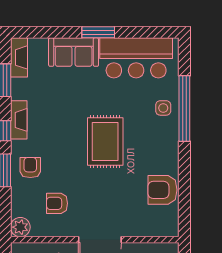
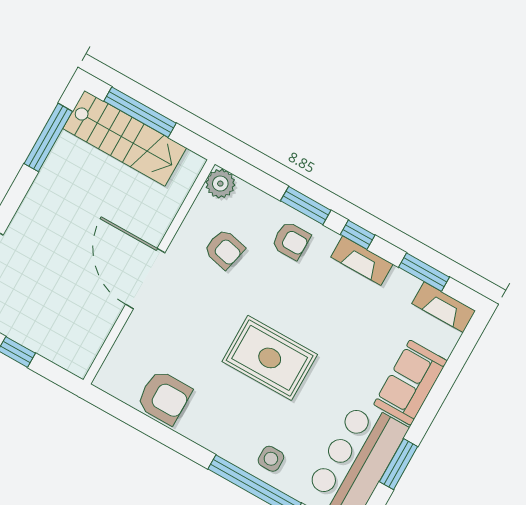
window: (98, 32) -> (399, 464), moved
armchair: (162, 190) -> (164, 397), turned 90
armchair: (57, 203) -> (224, 249), turned 103

